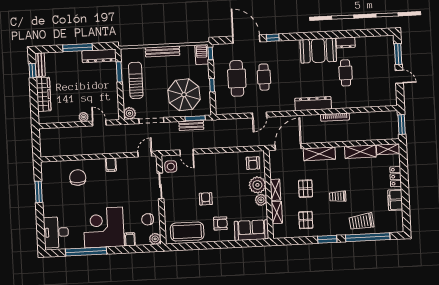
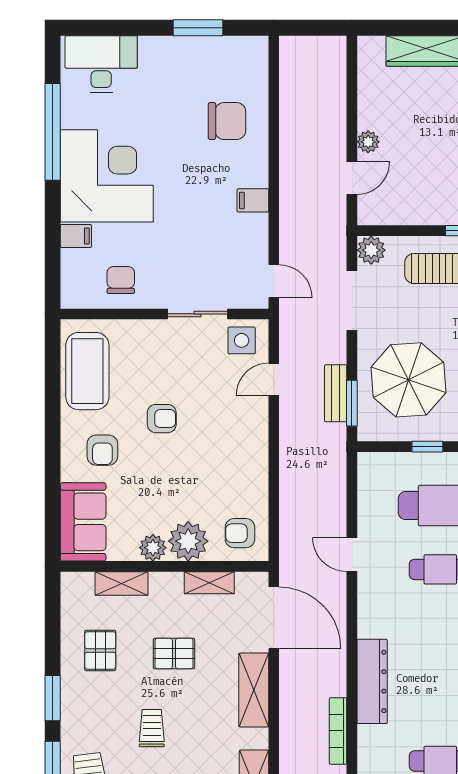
shelving: (275, 190) -> (209, 583), moved
pallet: (306, 220) -> (100, 650), turned 90
plant: (155, 239) -> (74, 295), removed

